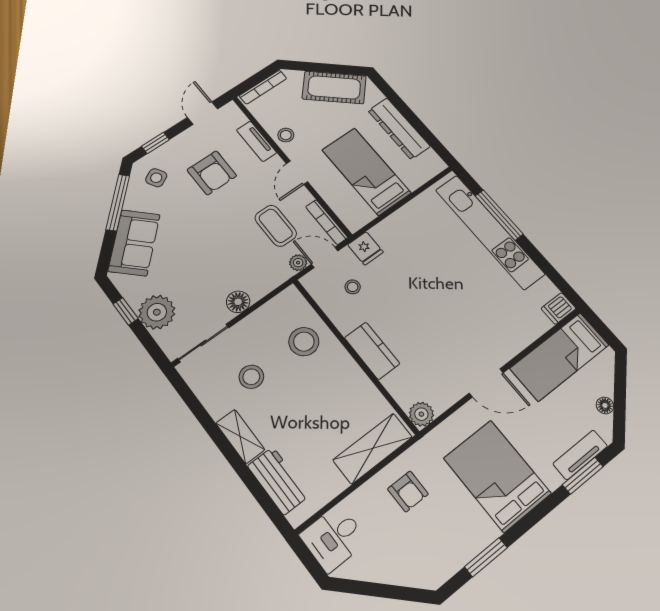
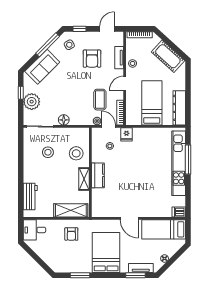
dresser: (399, 129) -> (179, 108), moved
plant: (421, 414) -> (97, 212), removed
shelving: (240, 436) -> (84, 179), moved

